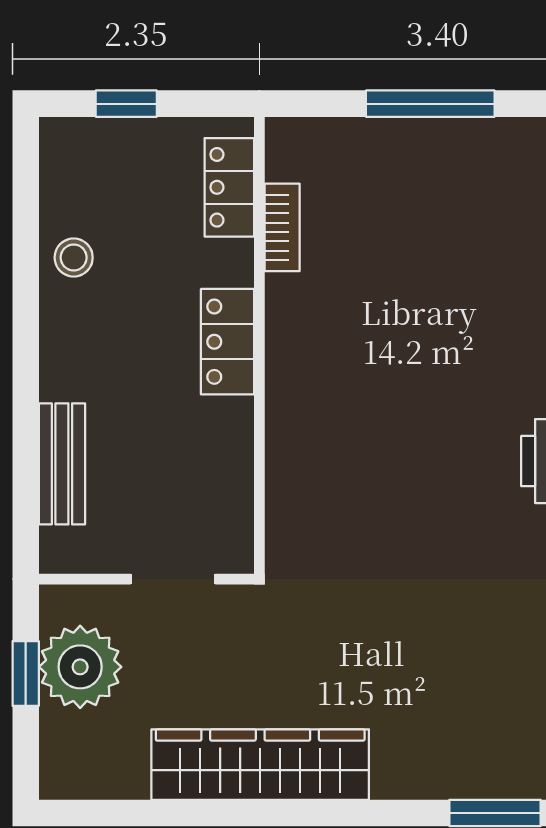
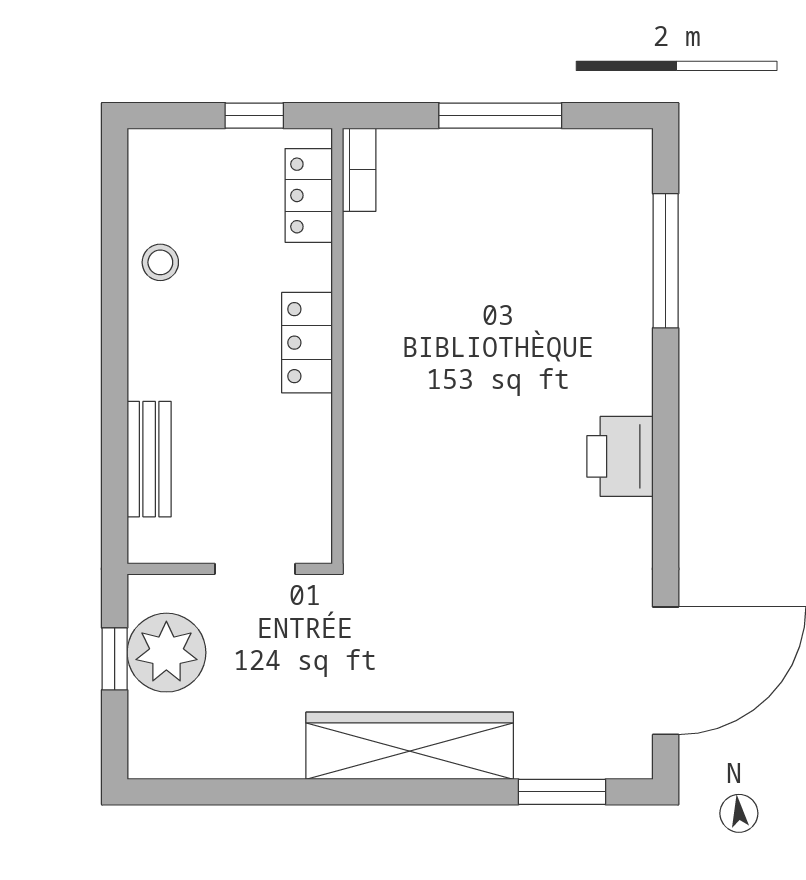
window: (126, 104) -> (254, 116), moved
bookcase: (282, 227) -> (359, 170), moved
wardrobe: (260, 765) -> (410, 746), moved

